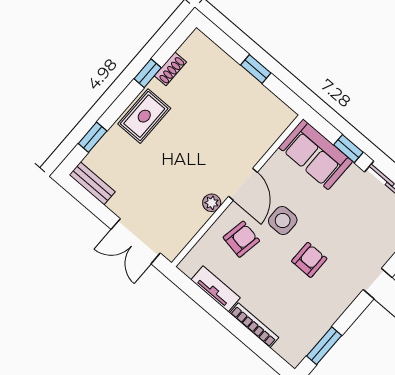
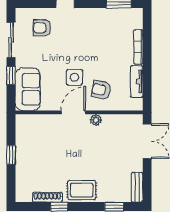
shoe rack: (170, 69) -> (47, 197), width x1.43
armchair: (309, 260) -> (42, 28), moved

